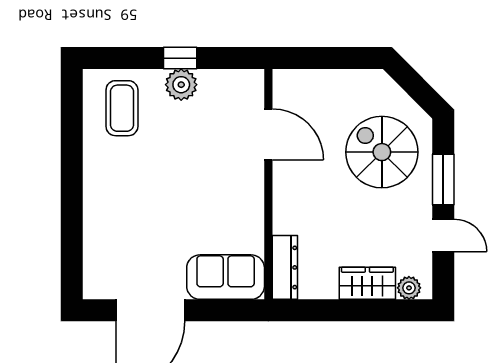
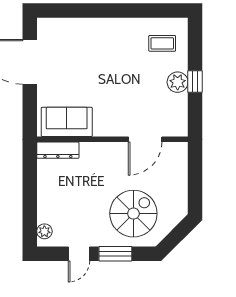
coffee table: (122, 108) -> (162, 43), width x0.73, depth x0.77
sofa: (226, 277) -> (67, 122), moved, turned -90
wardrobe: (367, 283) -> (48, 204), removed

